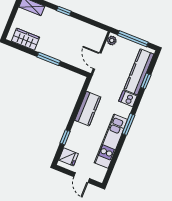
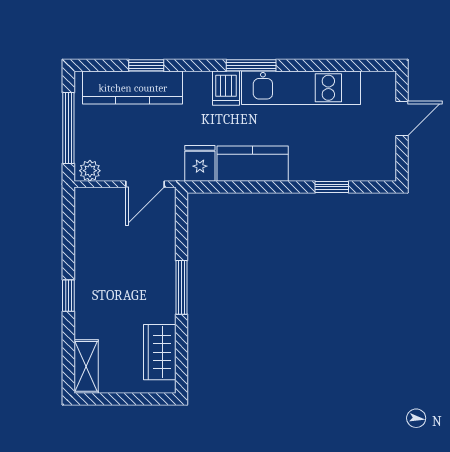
dishwasher: (128, 99) -> (226, 88), moved
fridge: (68, 157) -> (200, 163), moved

